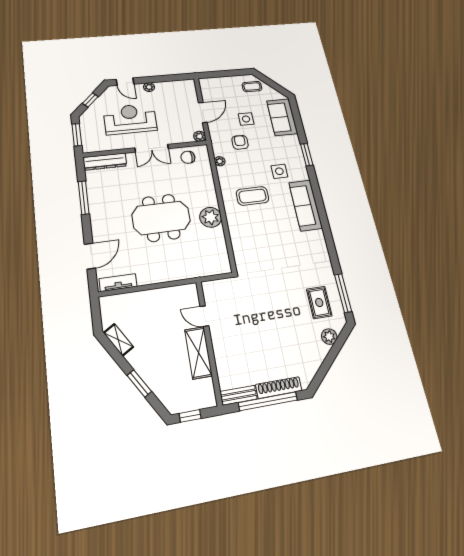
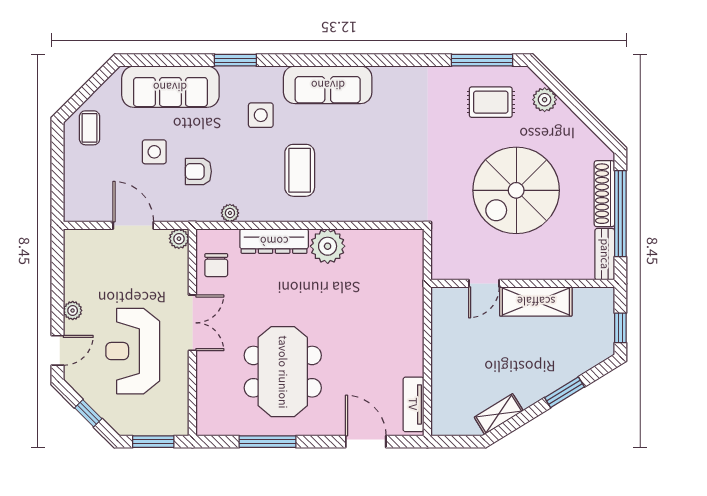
sofa: (282, 117) -> (170, 87), width x1.36
dresser: (105, 162) -> (274, 241), moved, turned 90
meeting table: (161, 218) -> (283, 372), moved
spiral stairs: (268, 327) -> (516, 190), added

